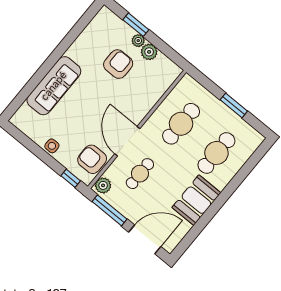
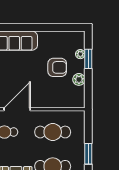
plant: (138, 41) -> (80, 54), moved

